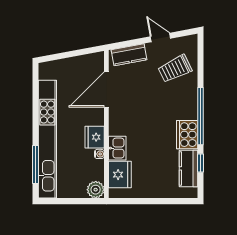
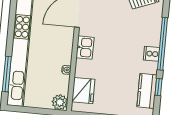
cooker: (187, 135) -> (151, 54), width x0.53, depth x0.76
fridge: (95, 137) -> (64, 54), removed
kitchen sink: (117, 148) -> (85, 48), moved

